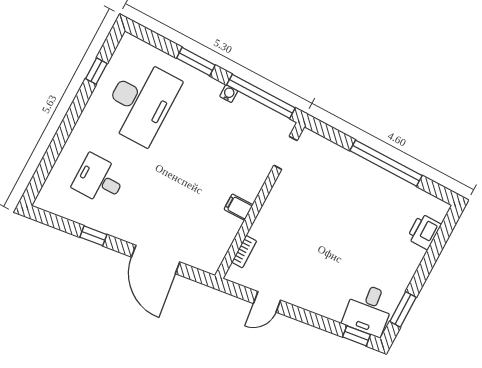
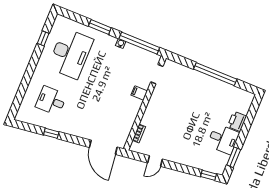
filing cabinet: (238, 207) -> (139, 93), moved
printer: (424, 232) -> (237, 121), moved
door: (156, 260) -> (103, 147), moved
desk: (369, 310) -> (223, 139), moved, turned -83

